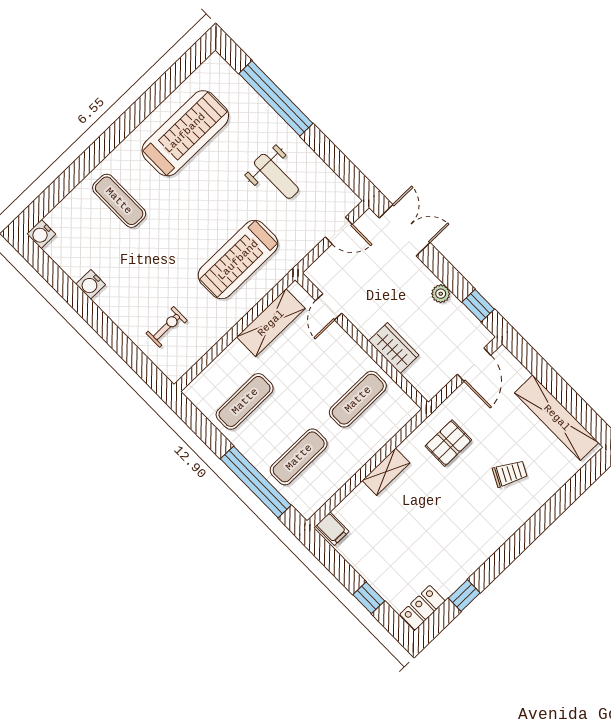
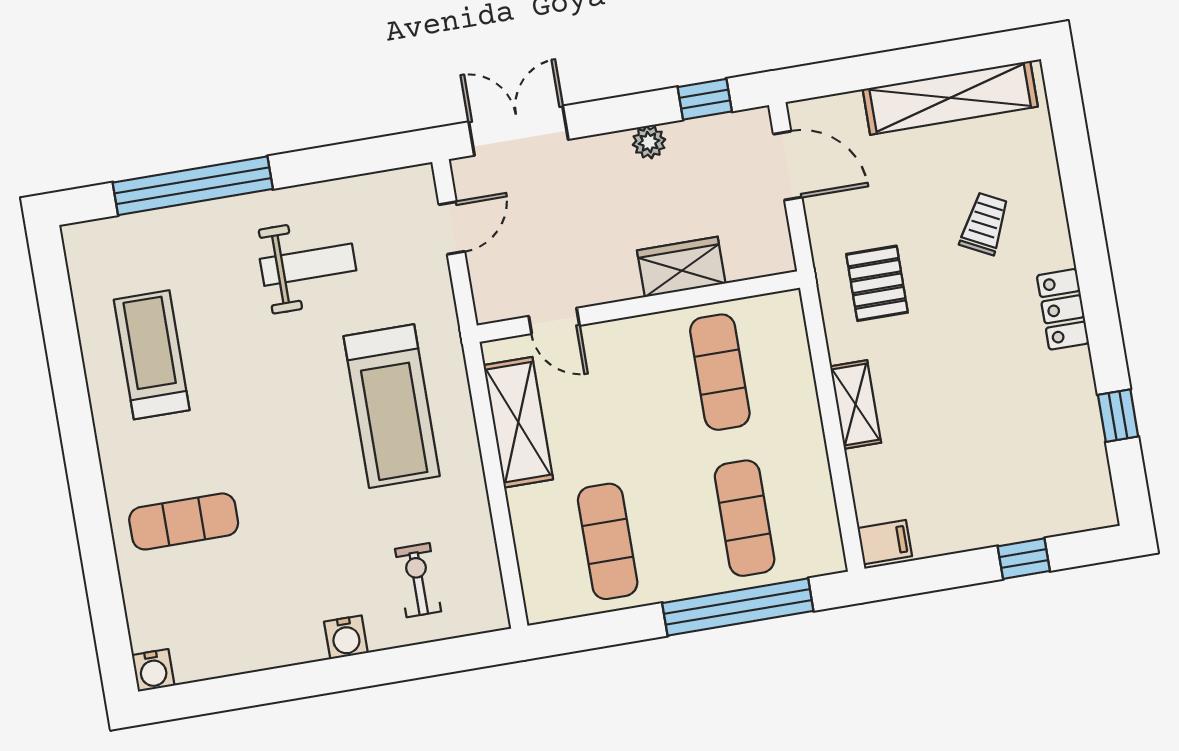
treadmill: (185, 133) -> (152, 355), width x0.73, depth x0.73
water cooler: (91, 284) -> (346, 637), moved
locker: (422, 608) -> (1063, 309), moved

